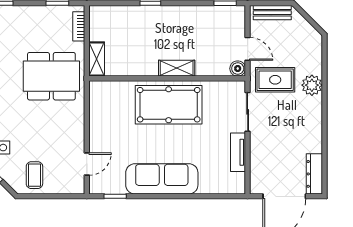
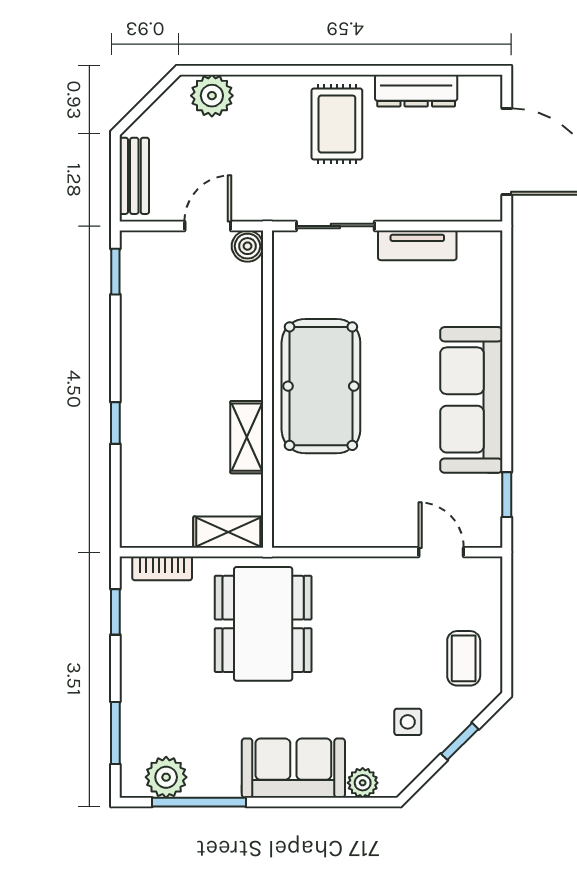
shelving: (177, 68) -> (247, 437), moved
rug: (275, 80) -> (337, 124), moved
plant: (312, 85) -> (212, 96), moved
dresser: (314, 174) -> (416, 91), moved
coffee table: (34, 175) -> (464, 658), turned 90

